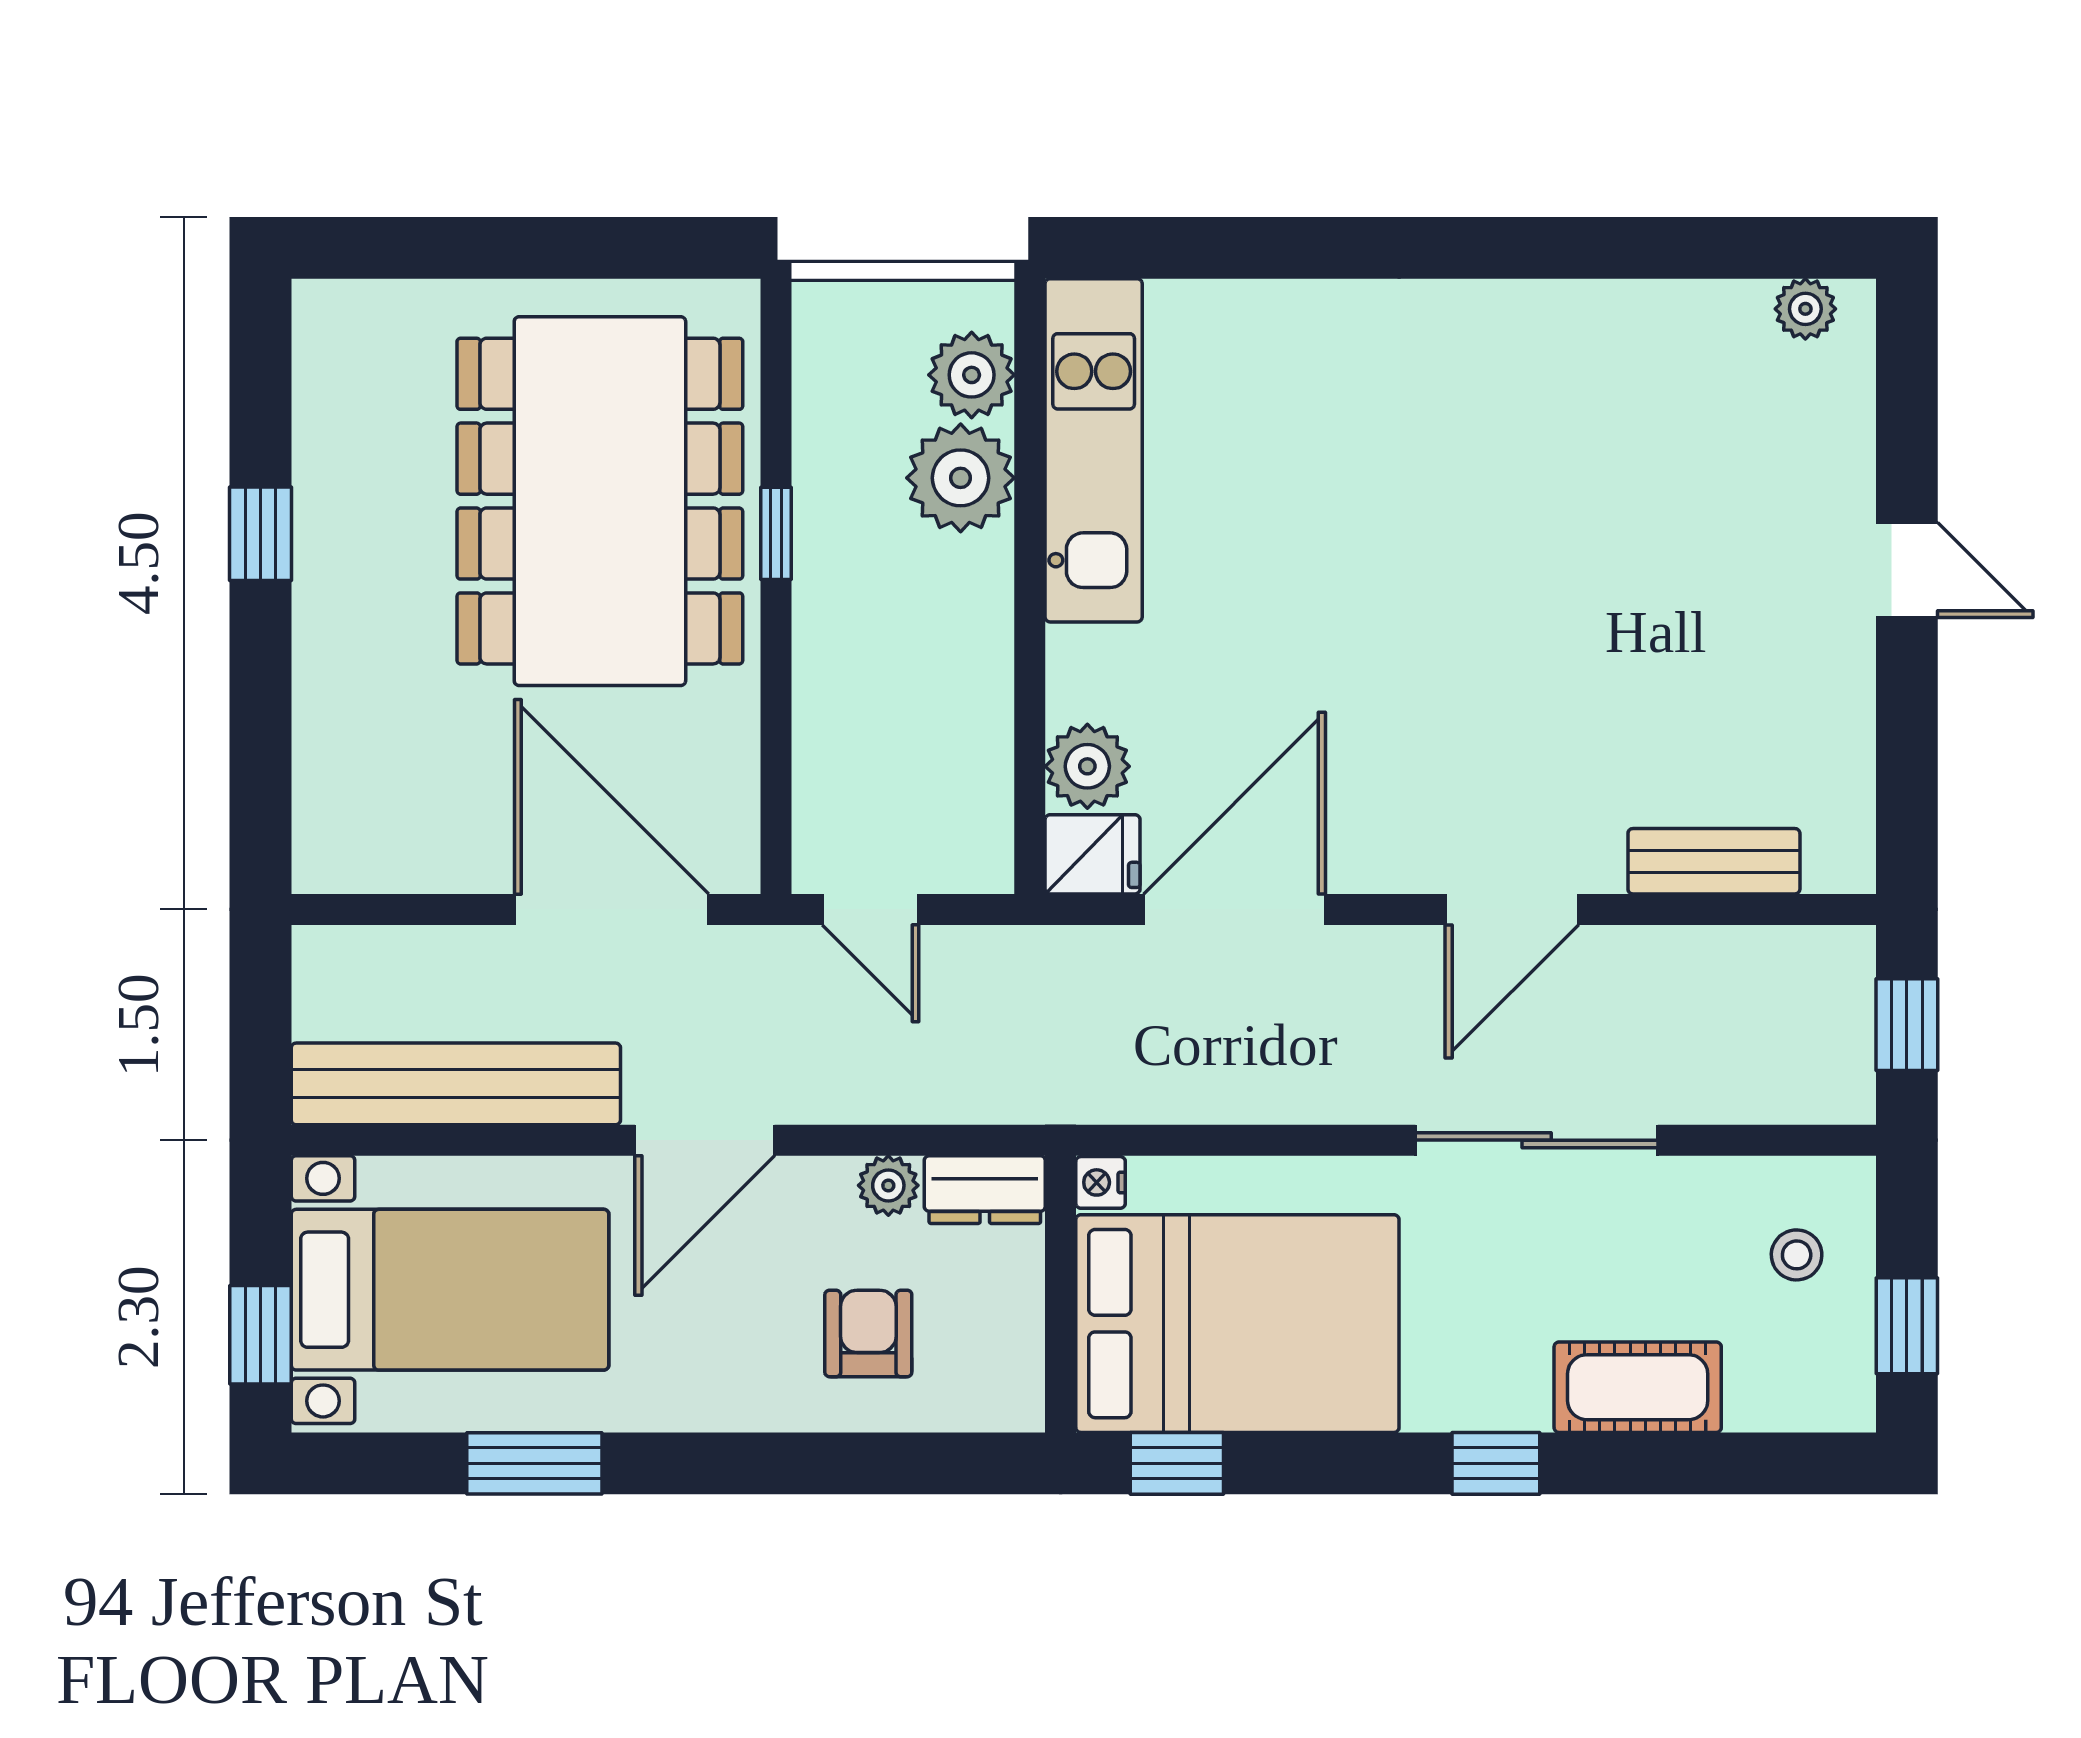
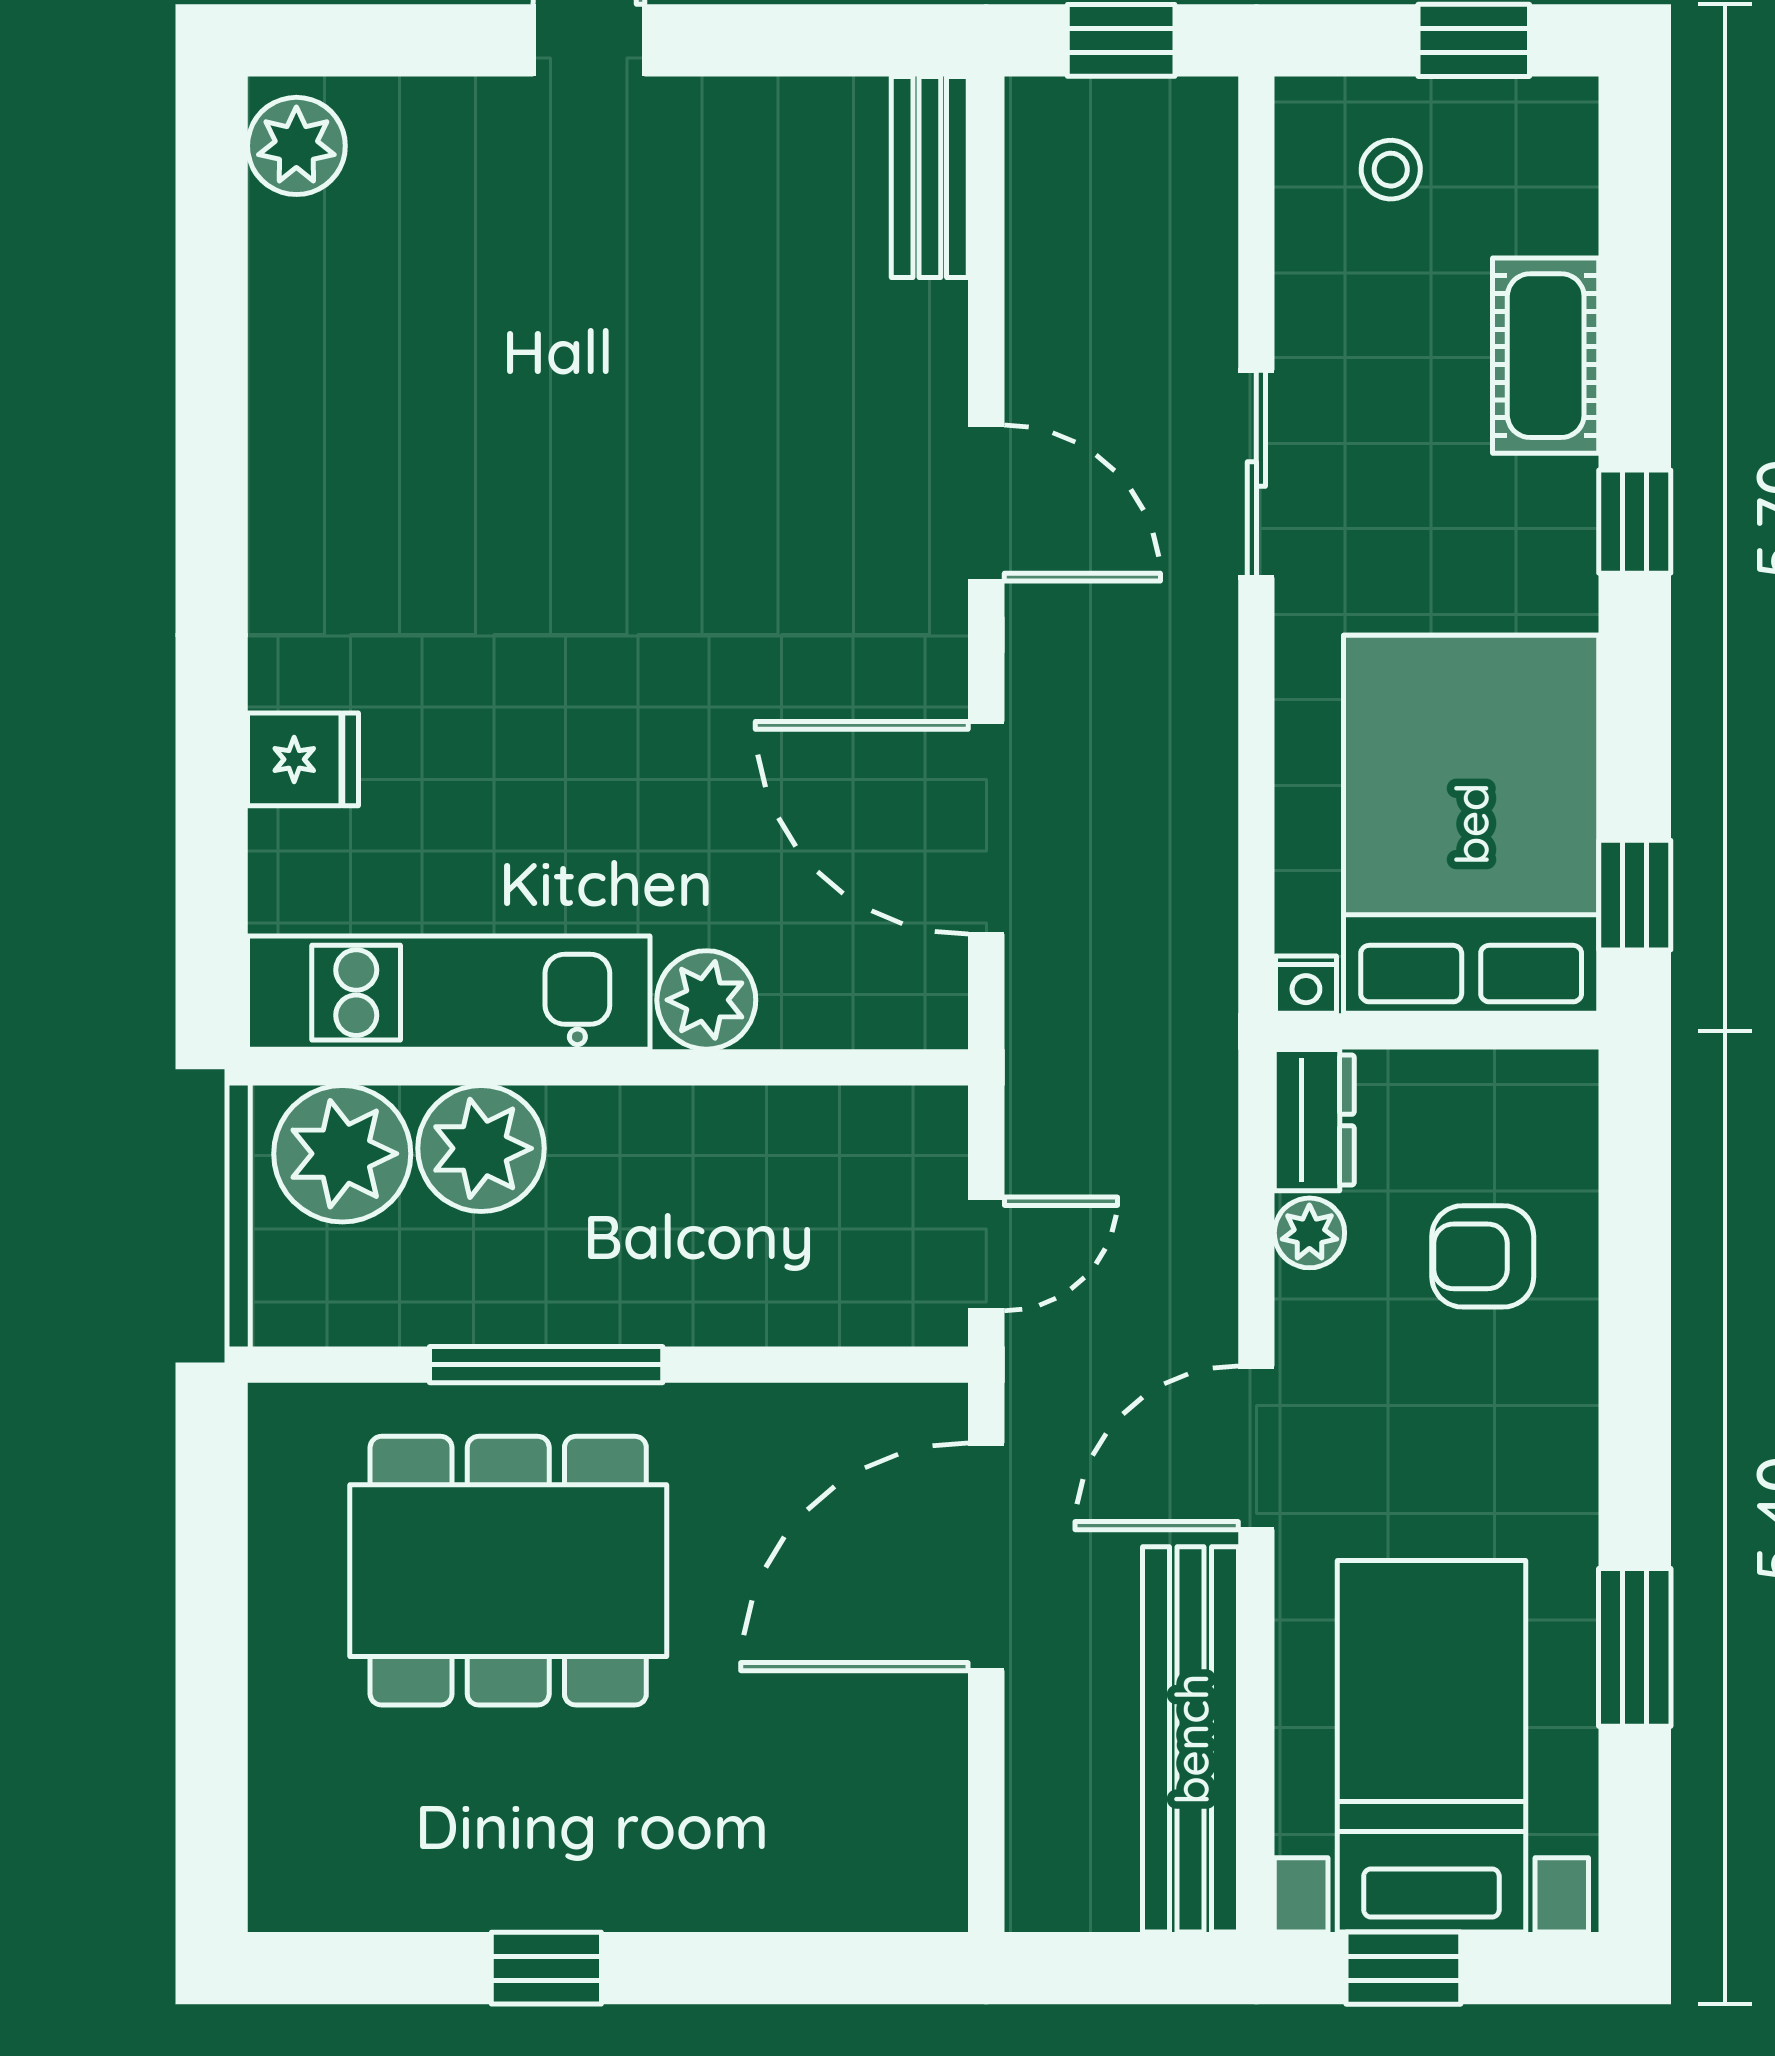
plant: (1805, 309) -> (296, 146), width x1.38, depth x1.38
plant: (972, 375) -> (342, 1154), width x1.36, depth x1.36
dining table: (600, 501) -> (508, 1571), width x0.73, depth x0.80
window: (776, 533) -> (546, 1365), width x2.17
plant: (1087, 766) -> (706, 1000), moved
fridge: (1093, 854) -> (303, 759), moved, turned 90
bench: (1714, 861) -> (930, 177), moved
door: (705, 1140) -> (1256, 1448), swing flipped
sliding door: (1537, 1140) -> (1256, 474), width x0.73
window: (260, 1335) -> (1403, 1968), moved

